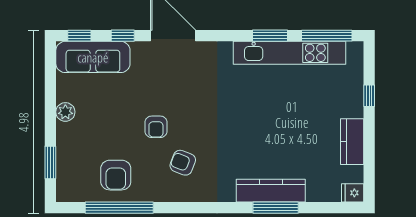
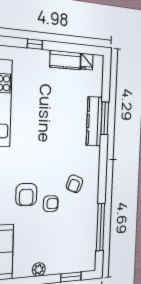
armchair: (116, 175) -> (26, 195), moved, turned 90
fridge: (353, 193) -> (87, 62), moved

